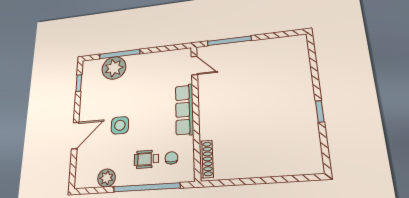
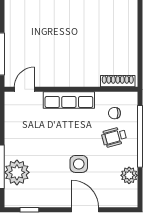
wheelchair: (146, 159) -> (114, 137), turned 75

